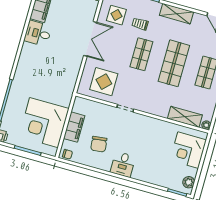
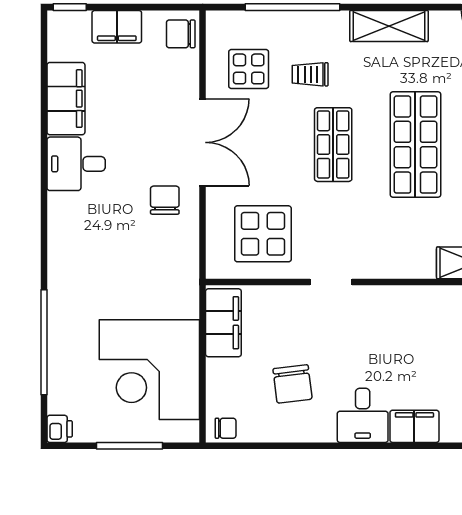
chair: (69, 57) -> (165, 200), added
filing cabinet: (74, 127) -> (223, 323), moved
filing cabinet: (142, 174) -> (414, 426), added

